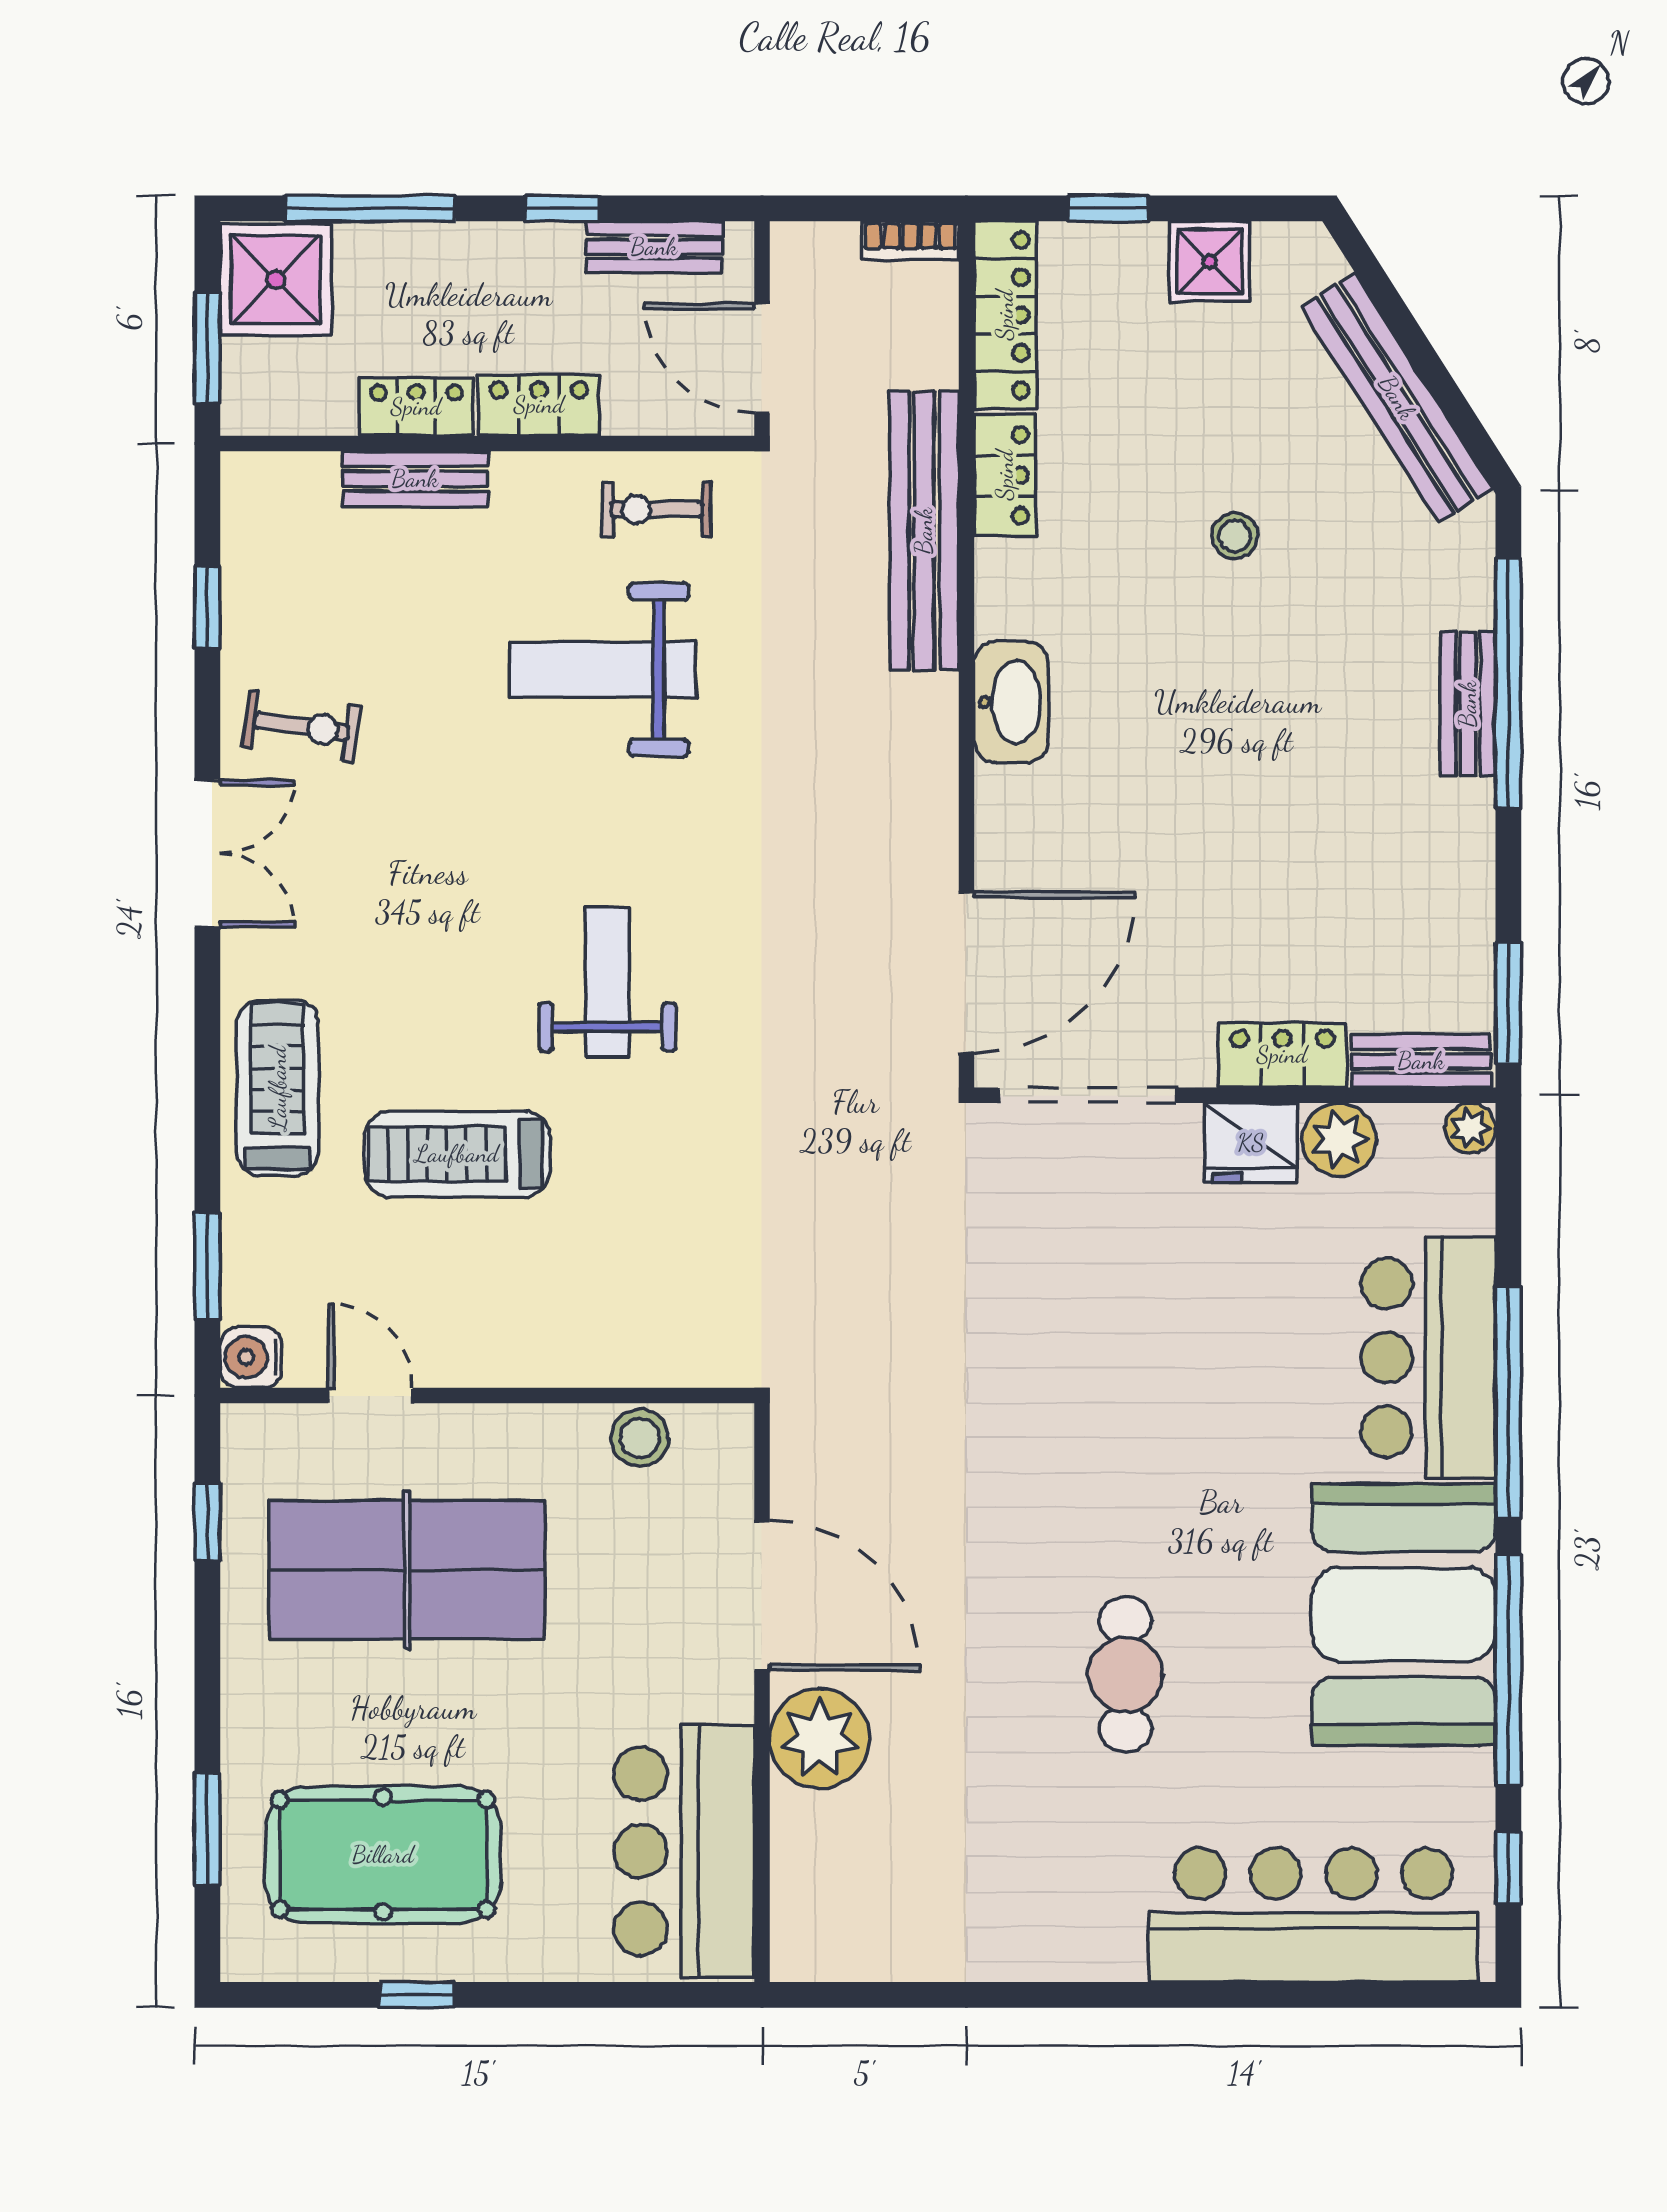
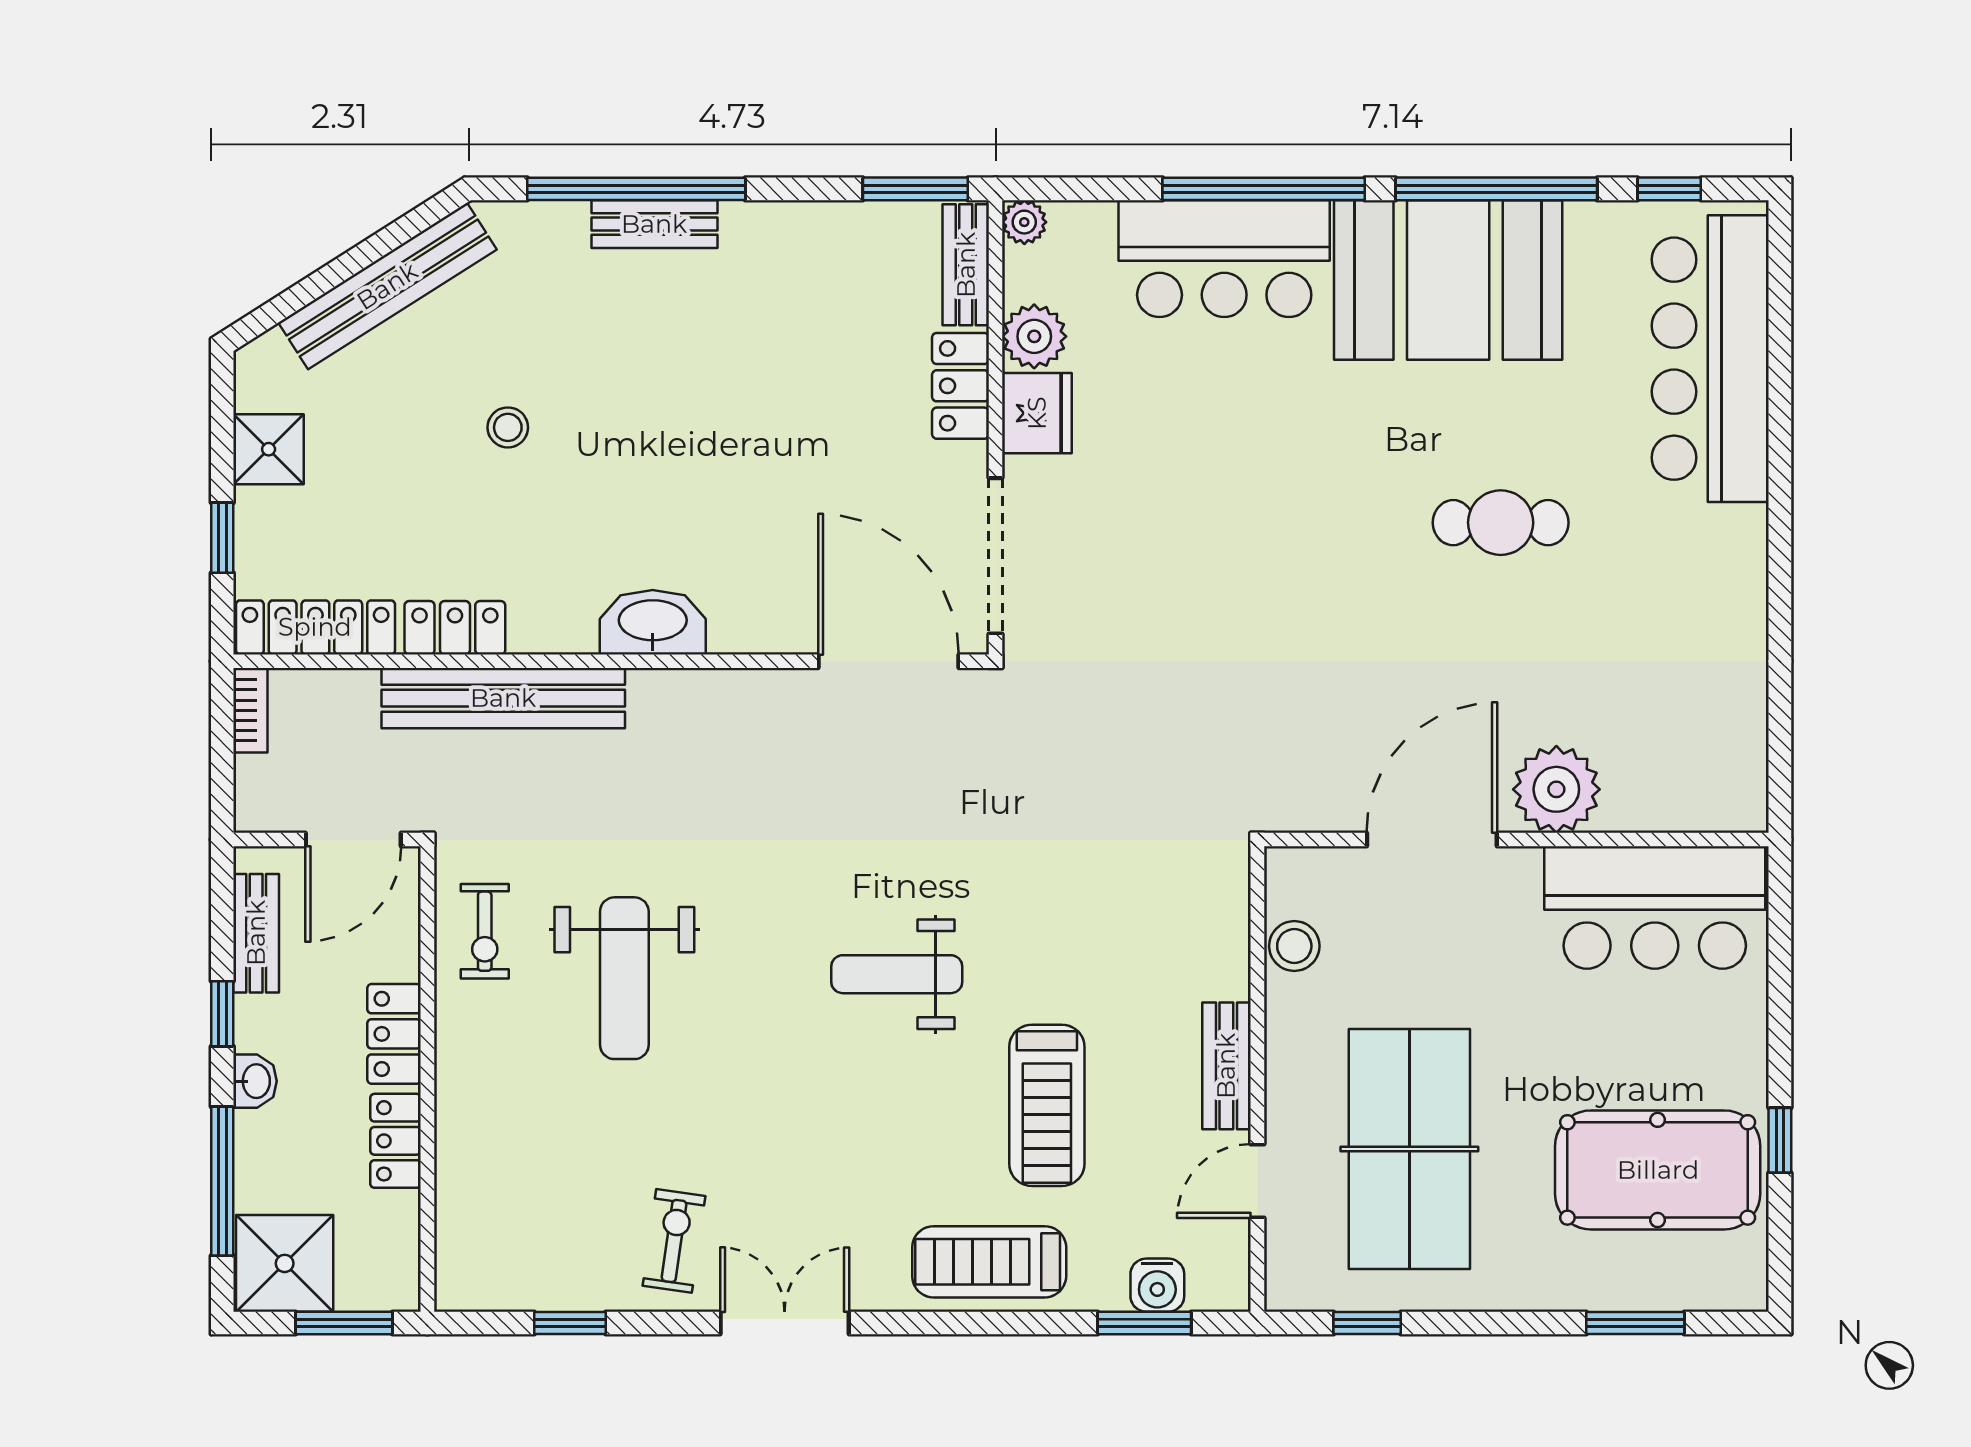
washbasin: (485, 246) -> (255, 1081), added
bench: (415, 479) -> (1226, 1066), moved
water cooler: (251, 1357) -> (1157, 1285), moved
pool table: (383, 1855) -> (1658, 1170), turned 90

